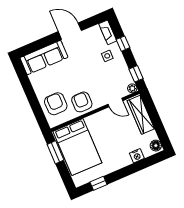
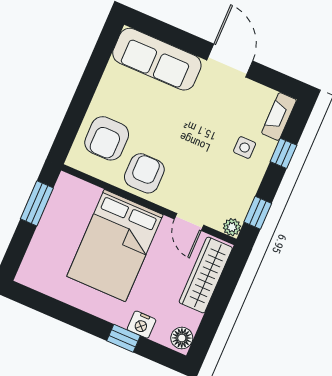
armchair: (56, 104) -> (107, 138), turned 180
bed: (77, 147) -> (115, 246), moved
window: (99, 183) -> (123, 338), moved

